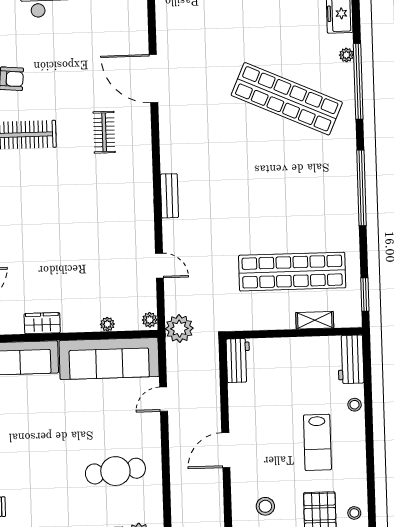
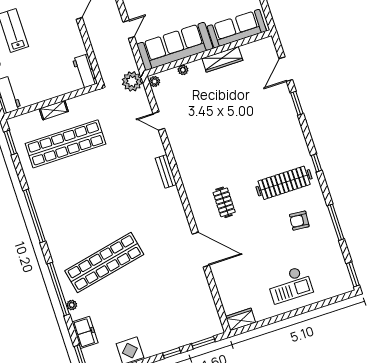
shop shelf: (287, 99) -> (104, 263), turned -36
shelving: (315, 320) -> (54, 110), moved
wardrobe: (42, 323) -> (222, 59), width x1.50

